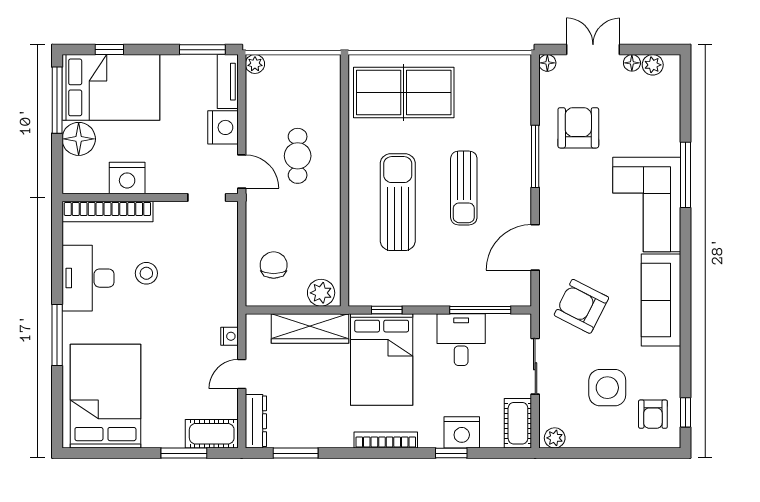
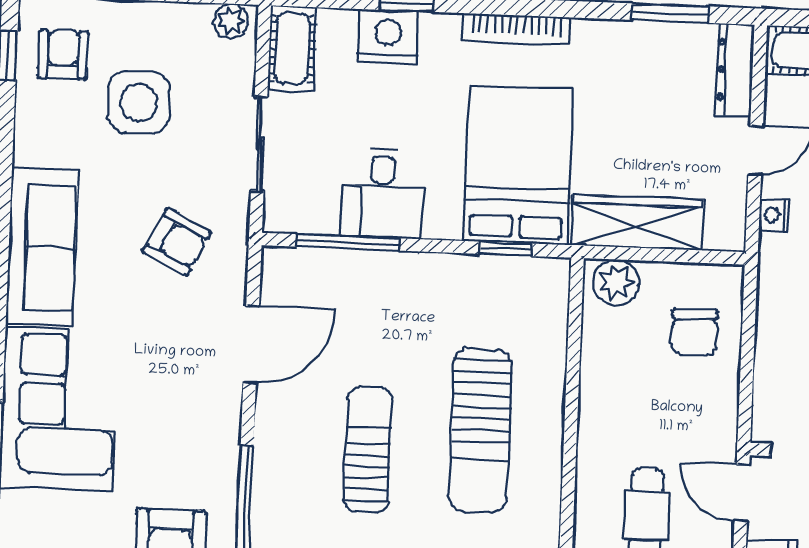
armchair: (581, 306) -> (177, 242), width x0.72, depth x0.72

